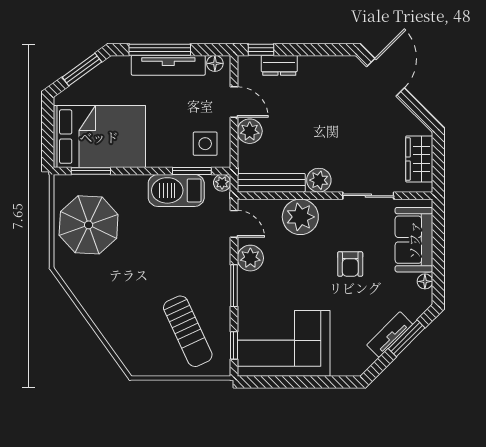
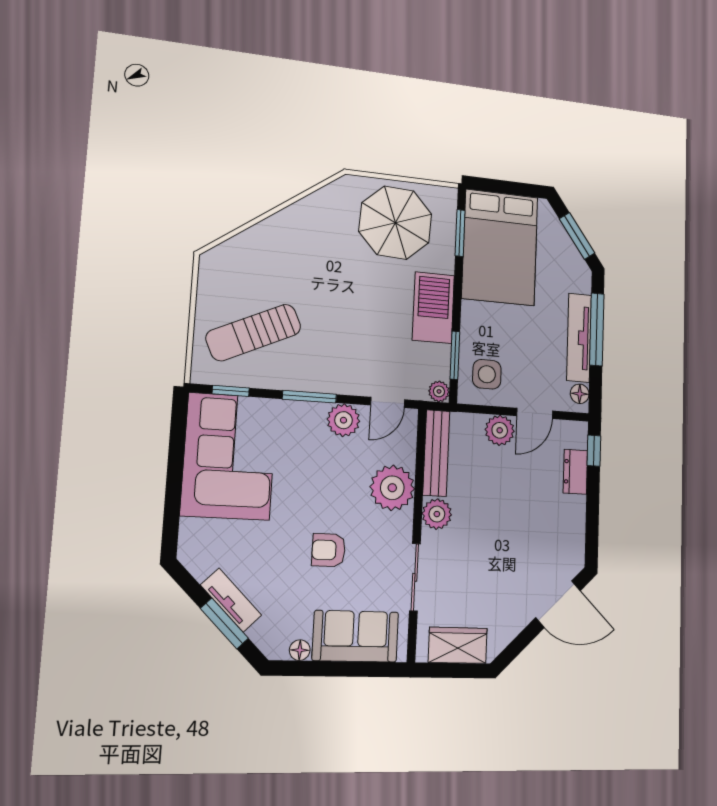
barbecue: (176, 190) -> (433, 308), moved

